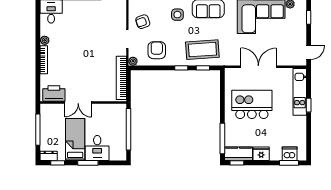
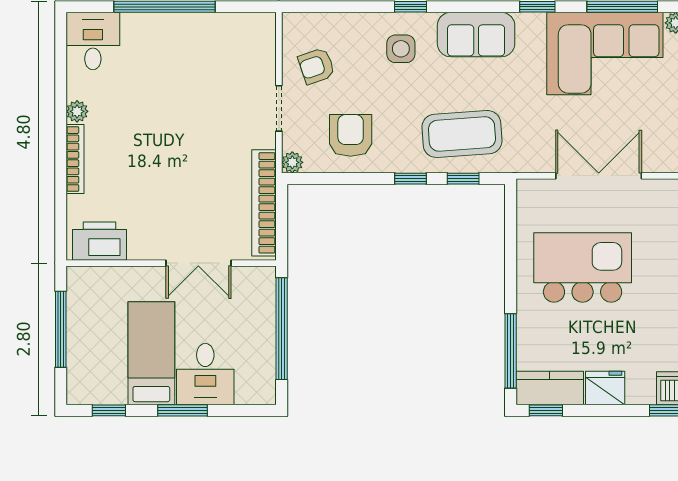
double door: (78, 102) -> (198, 263), moved
dresser: (49, 156) -> (87, 393), removed

